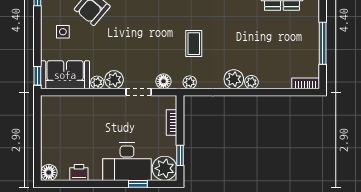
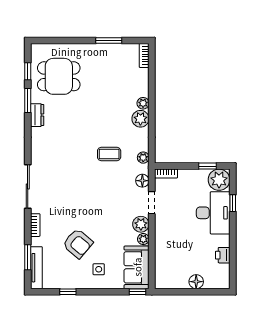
window: (323, 43) -> (109, 41), width x0.69
bookcase: (172, 123) -> (166, 174), moved
floor lamp: (49, 172) -> (196, 282), moved

